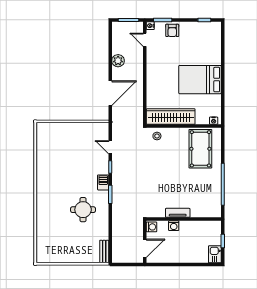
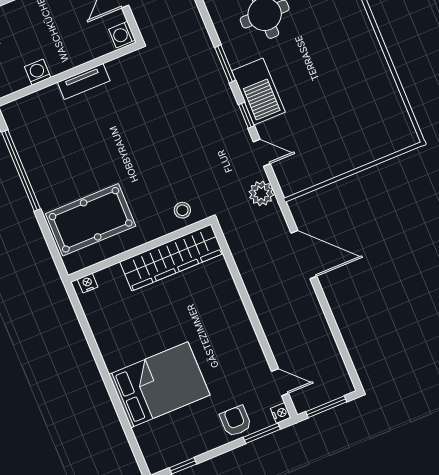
plant: (118, 61) -> (261, 193), moved
bed: (200, 80) -> (159, 385), moved
door: (110, 93) -> (304, 255), swing flipped
pool table: (200, 149) -> (91, 220), turned 90
barbecue: (103, 182) -> (258, 91), width x1.88, depth x1.53
washing machine: (174, 226) -> (38, 72), moved

